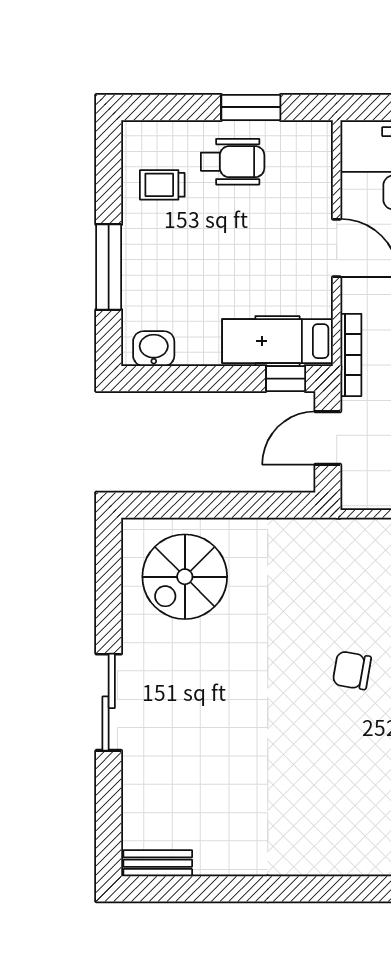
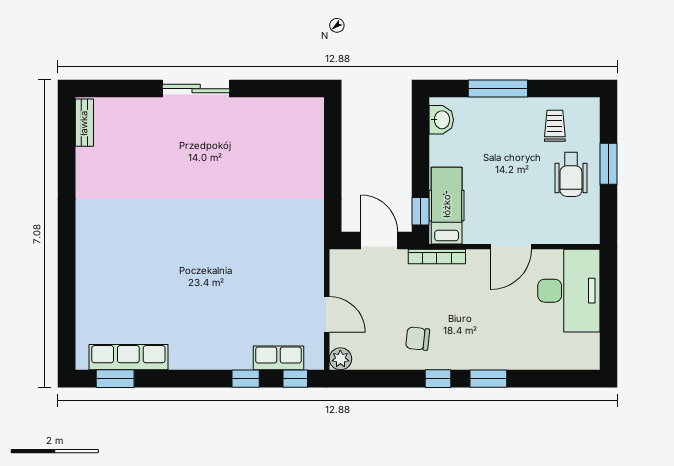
window: (251, 107) -> (609, 164), moved
spiral stairs: (185, 577) -> (283, 141), removed
chair: (352, 670) -> (218, 257), removed

